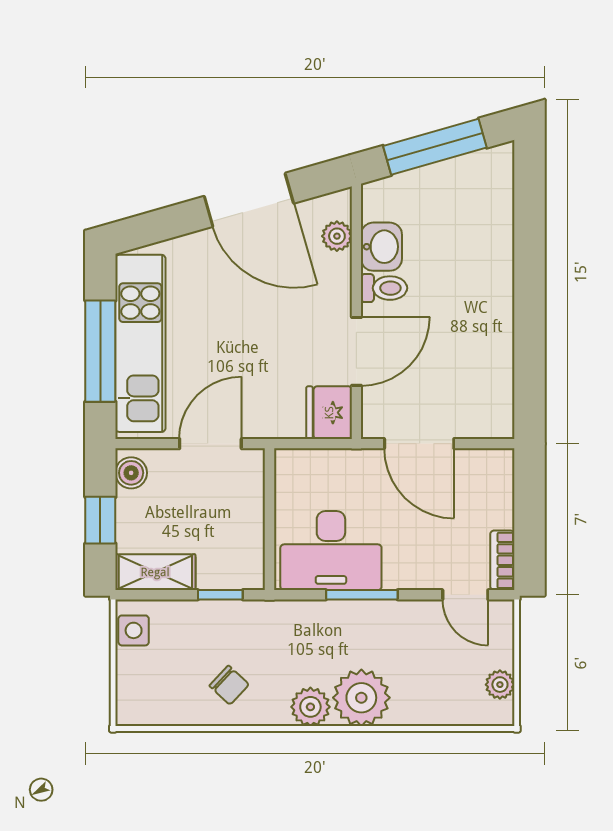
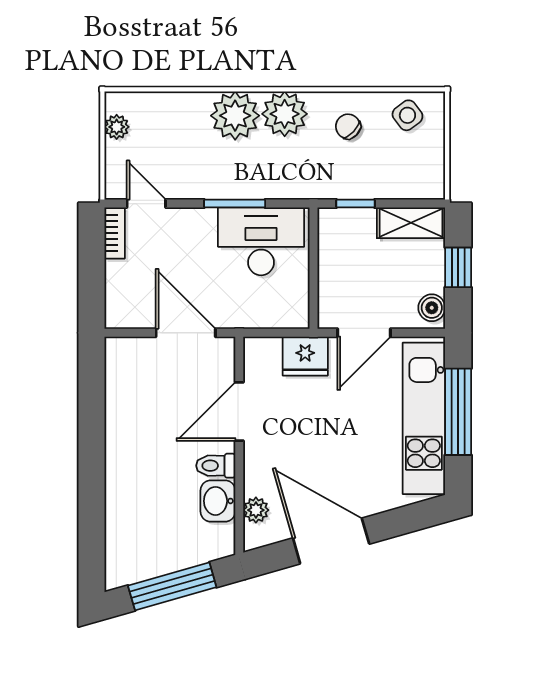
fridge: (329, 413) -> (305, 356), moved, turned 90
side table: (134, 630) -> (407, 115), moved, turned -37
plant: (310, 707) -> (285, 114), width x1.36, depth x1.36

